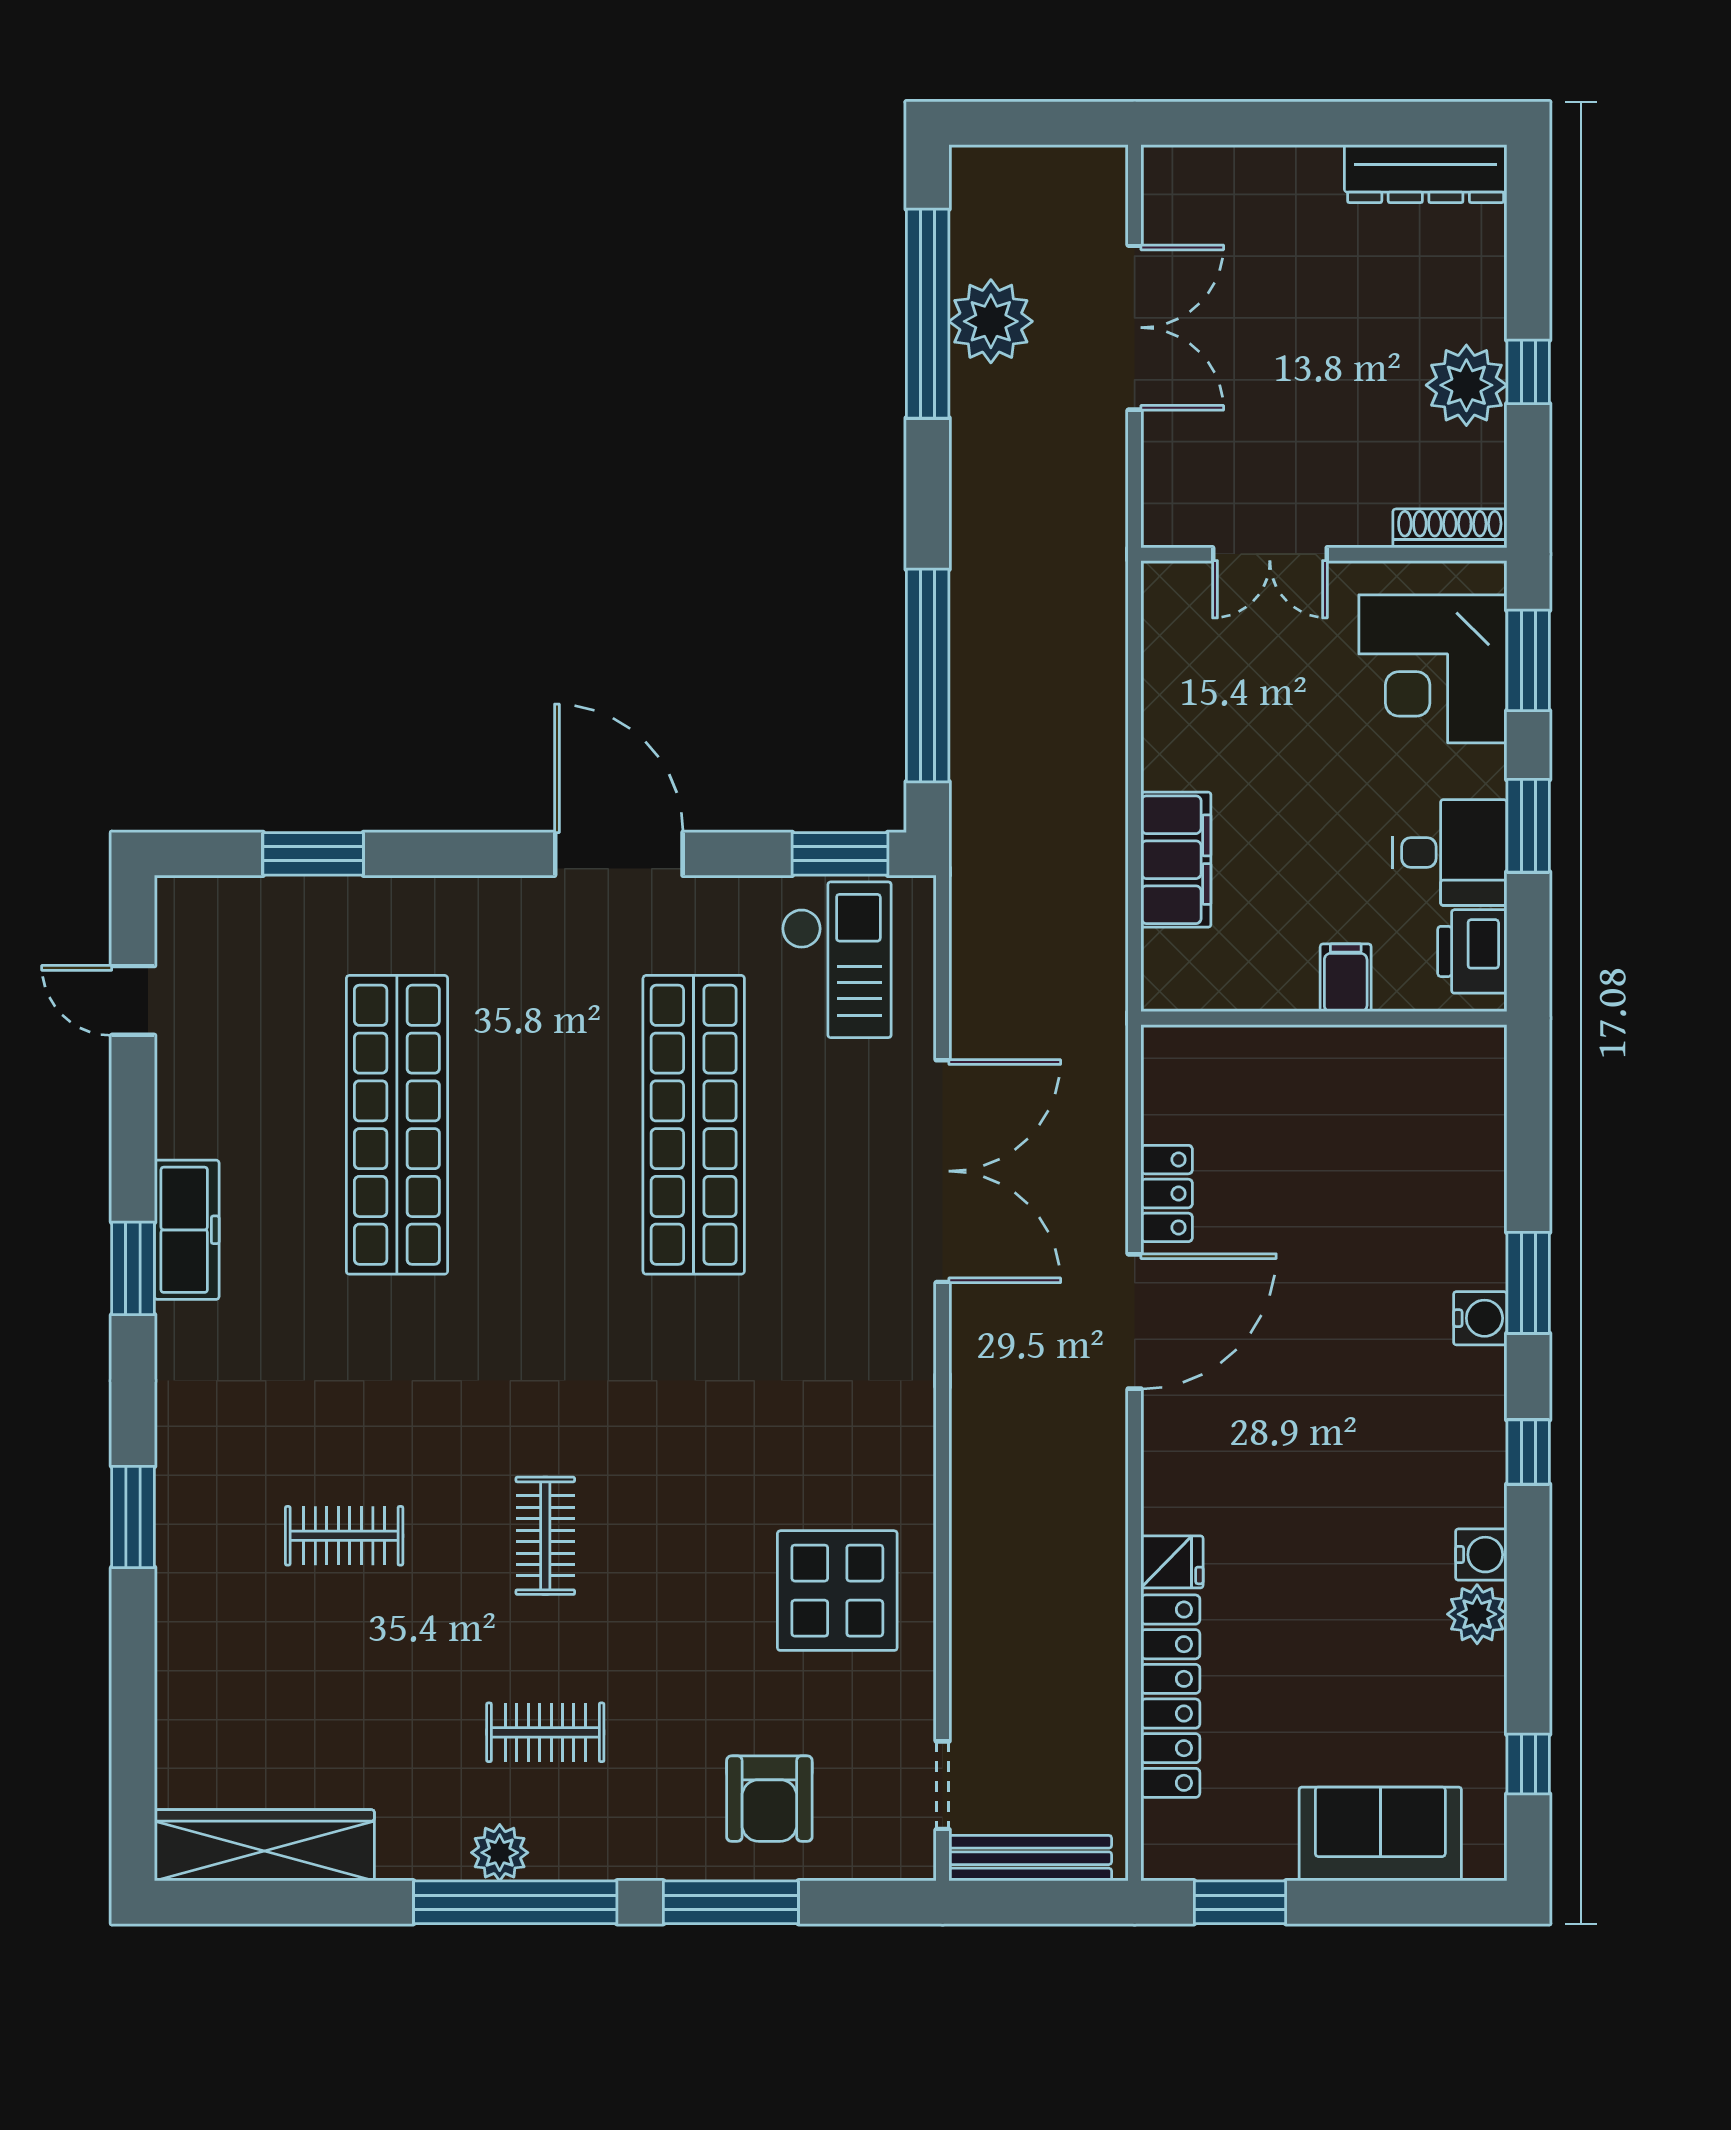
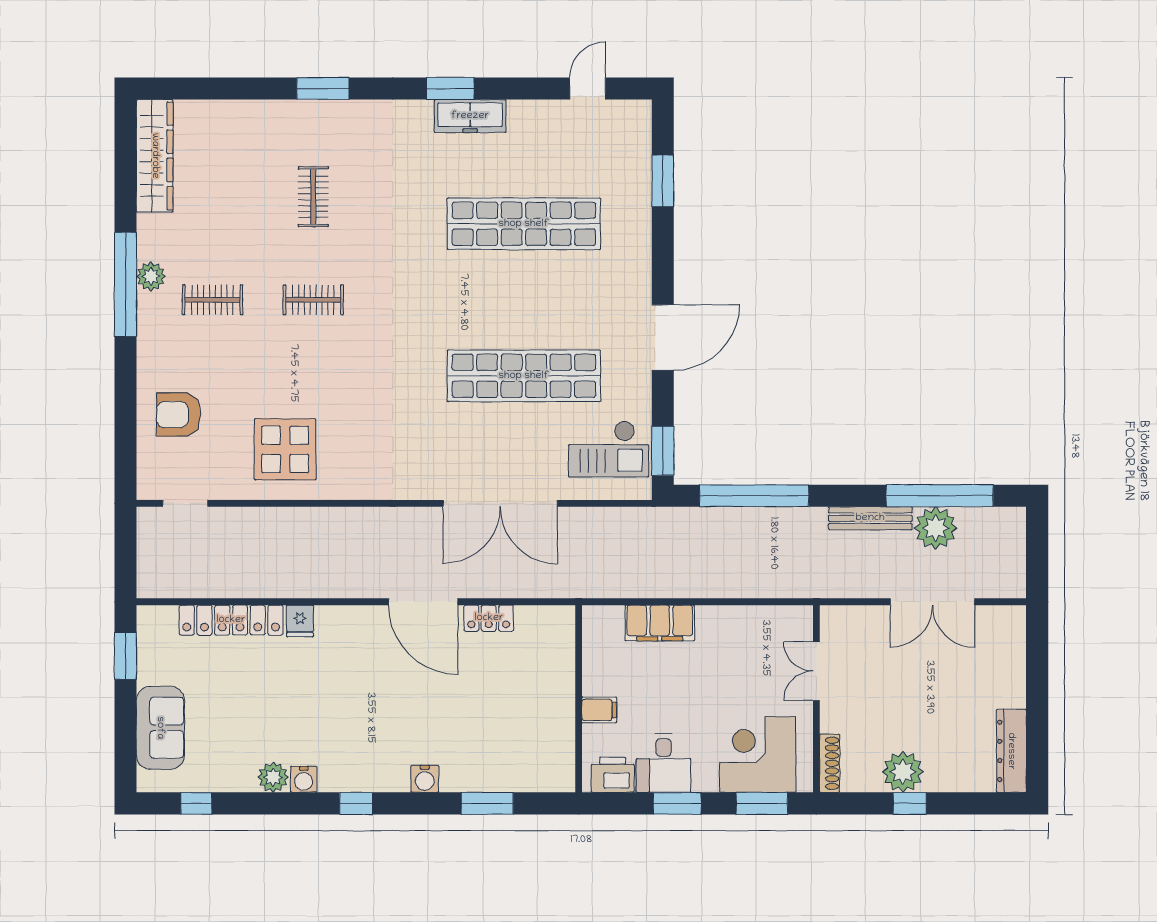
window: (1528, 1283) -> (487, 803), moved
clothes rail: (545, 1732) -> (213, 300), turned 90
bench: (1030, 1858) -> (870, 518), moved, turned 90
window: (731, 1902) -> (125, 395), removed

